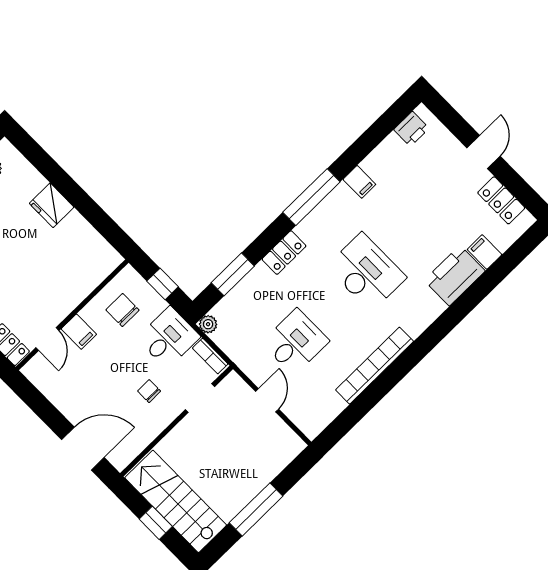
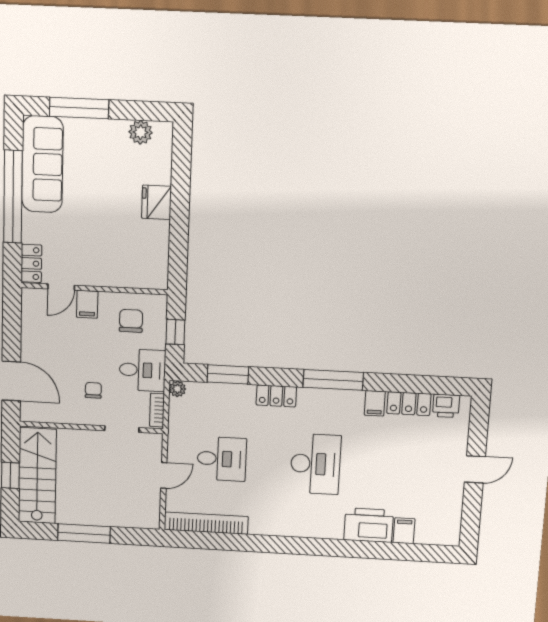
locker: (501, 200) -> (409, 404), moved, turned -90
bookcase: (375, 366) -> (206, 523), moved

